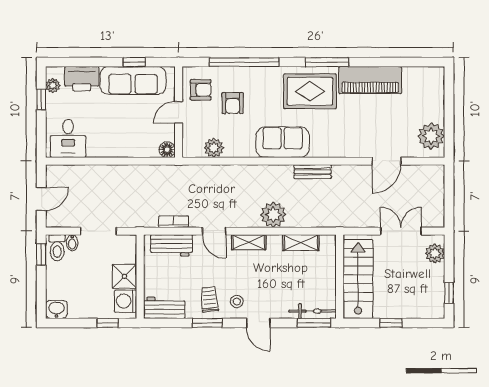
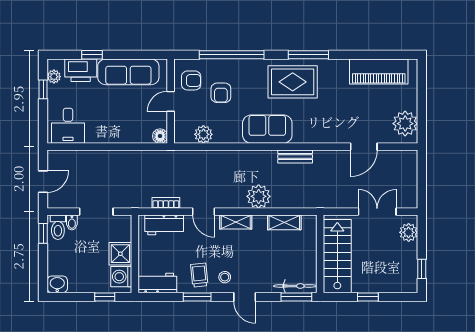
window: (134, 62) -> (92, 55), moved
piano: (370, 80) -> (379, 71), moved

